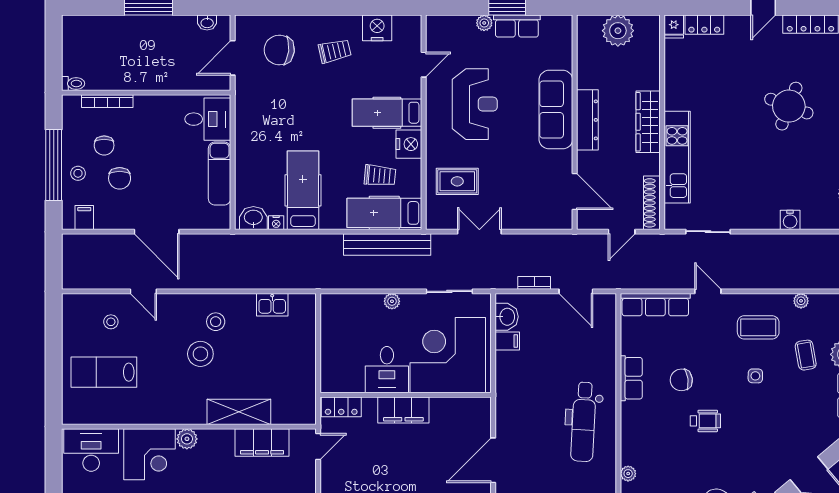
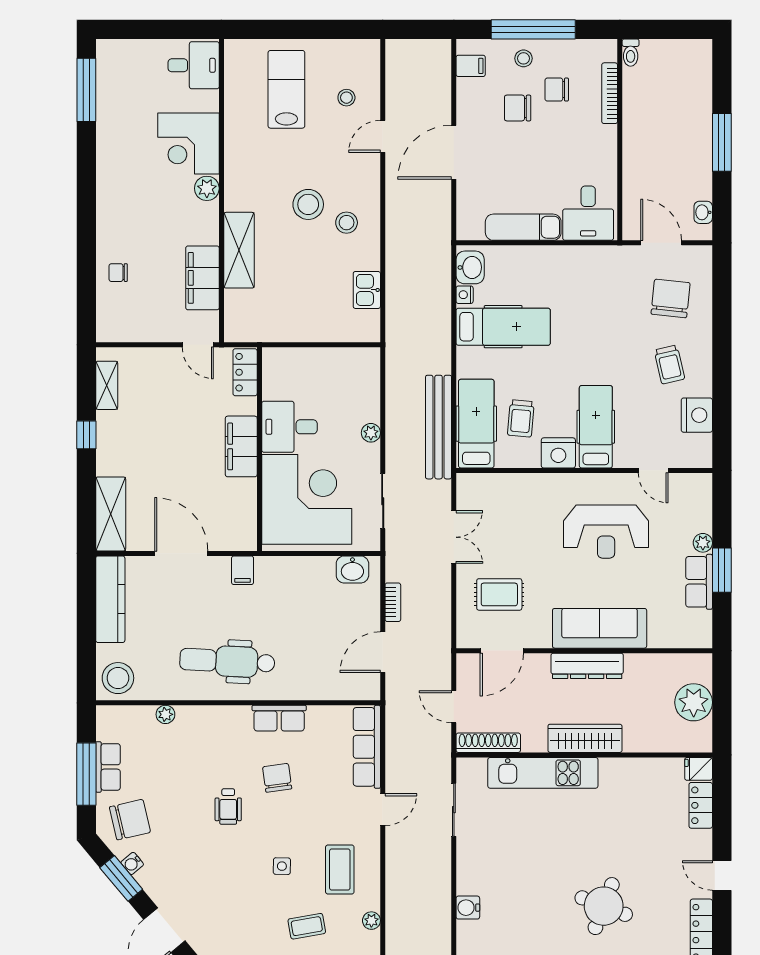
rug: (457, 181) -> (499, 594), moved, turned 90
filing cabinet: (507, 341) -> (243, 570), moved
desk: (91, 450) -> (194, 65), width x0.73

